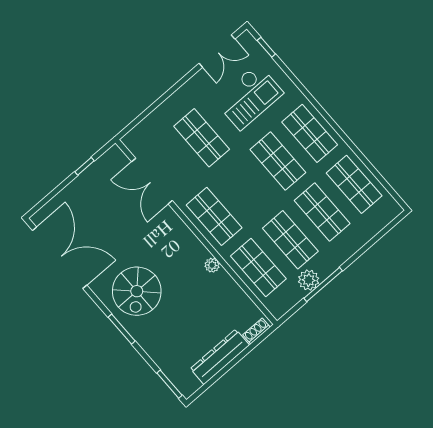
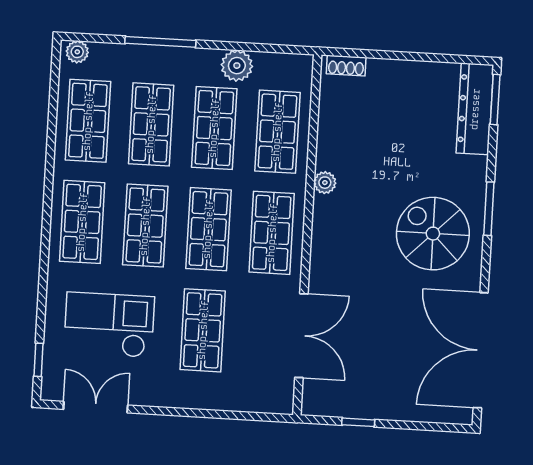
shop shelf: (246, 189) -> (208, 229), added
plant: (391, 212) -> (77, 52), added
window: (323, 284) -> (160, 42), moved
spiral stairs: (137, 291) -> (433, 234), turned -90
dresser: (220, 357) -> (475, 109), moved, turned 90

